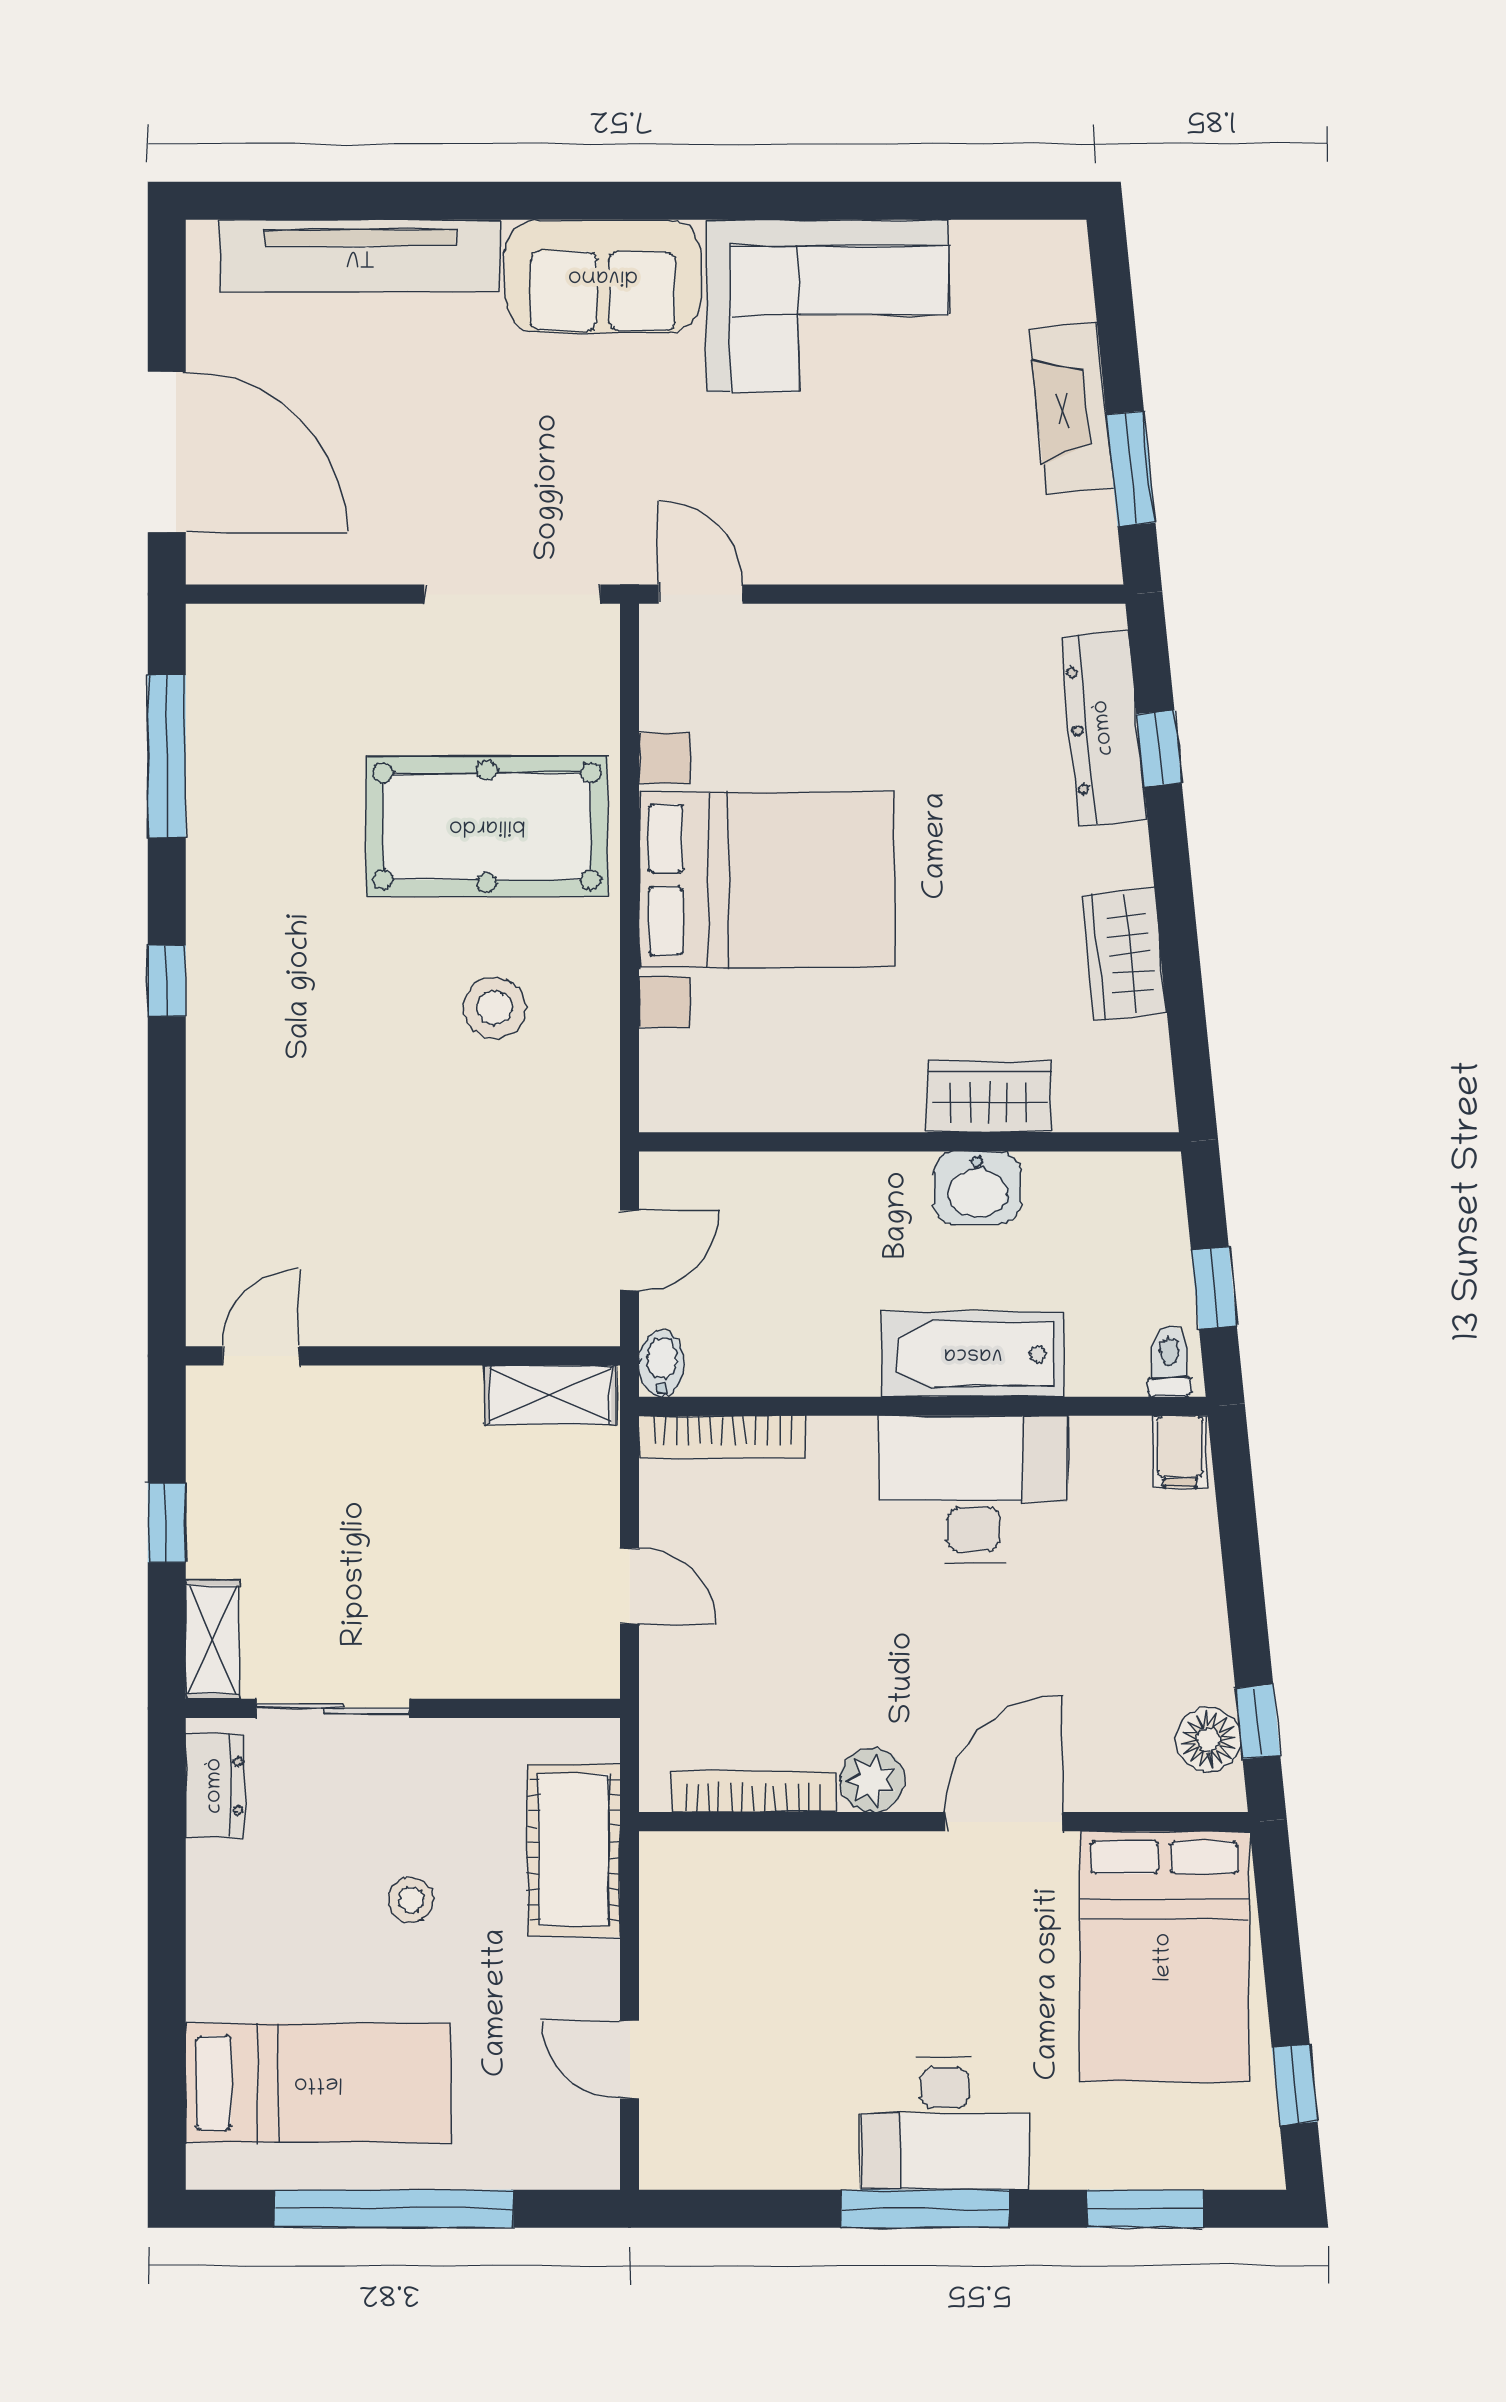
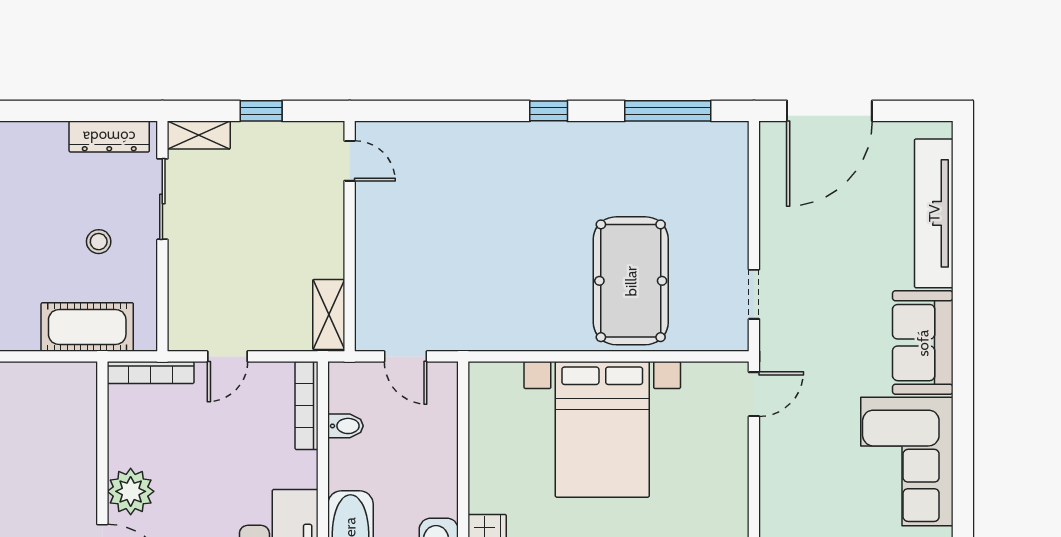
doorway: (512, 594) -> (754, 294), width x0.53
stool: (495, 1008) -> (534, 285), removed
bidet: (662, 1363) -> (346, 426), moved
plant: (872, 1780) -> (131, 491), width x1.36, depth x1.36
dresser: (215, 1786) -> (109, 137), width x1.44
bookcase: (753, 1791) -> (151, 373), moved, turned 90
stool: (411, 1900) -> (99, 242), moved

